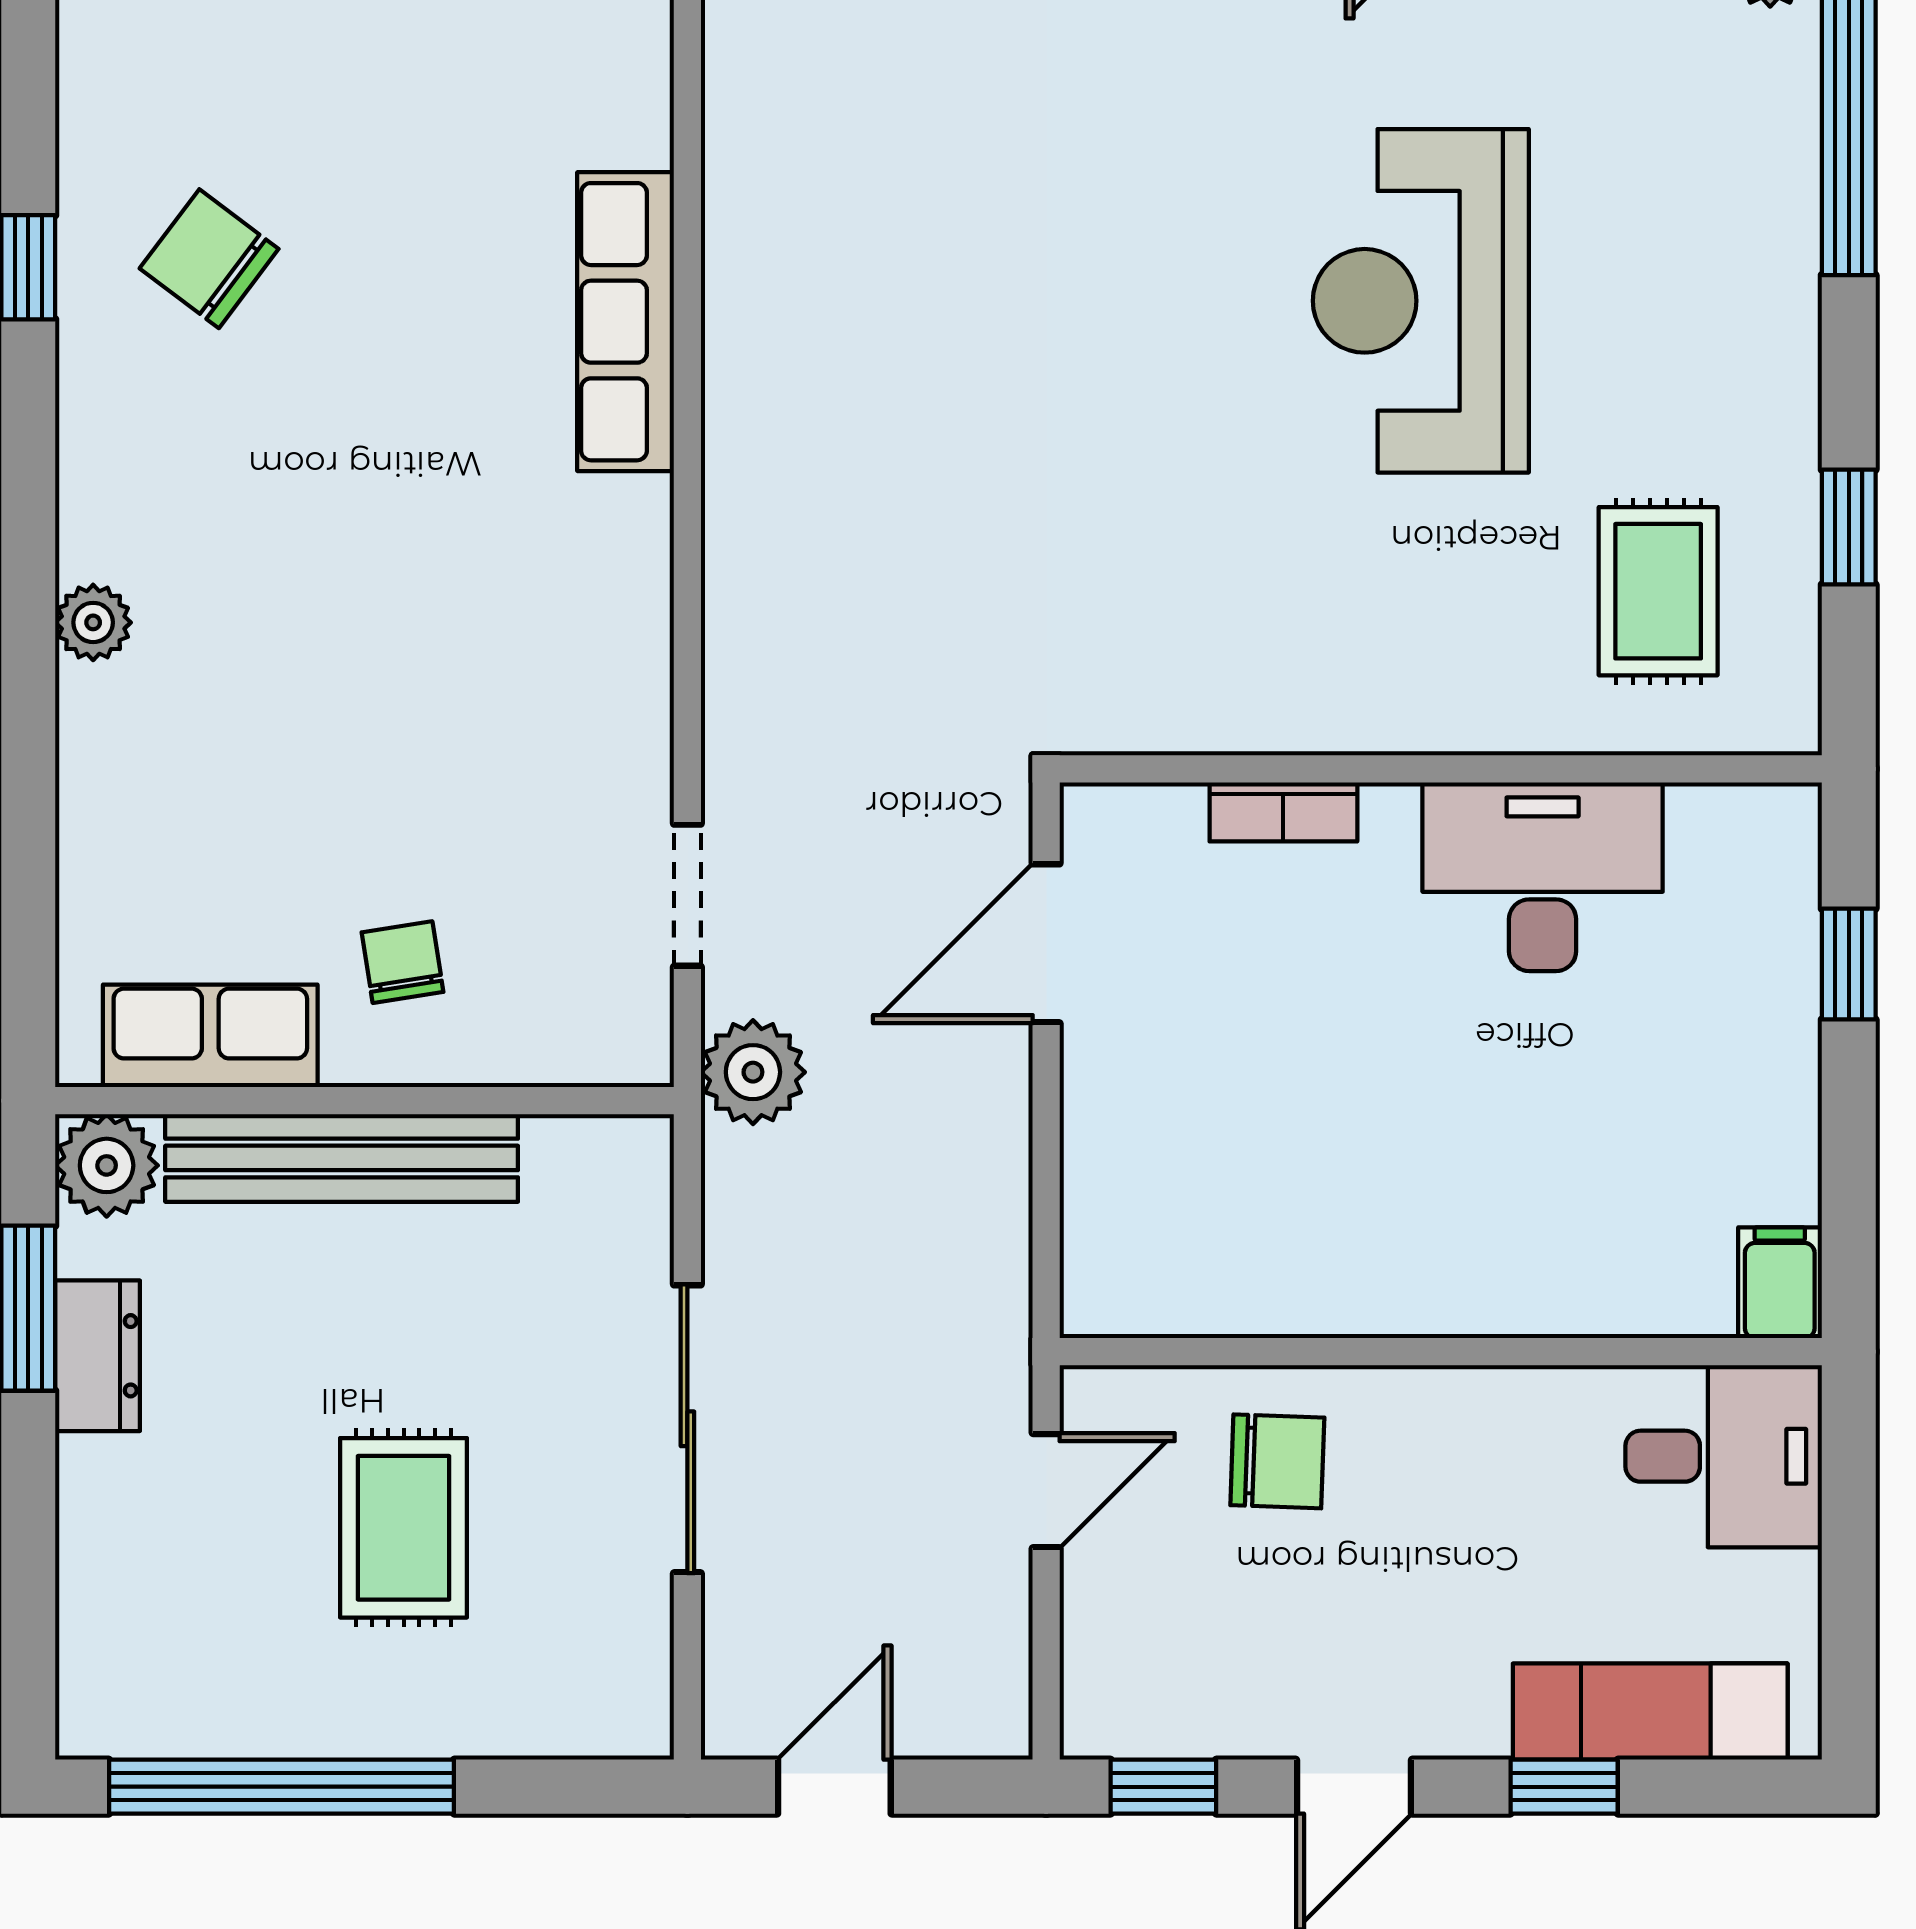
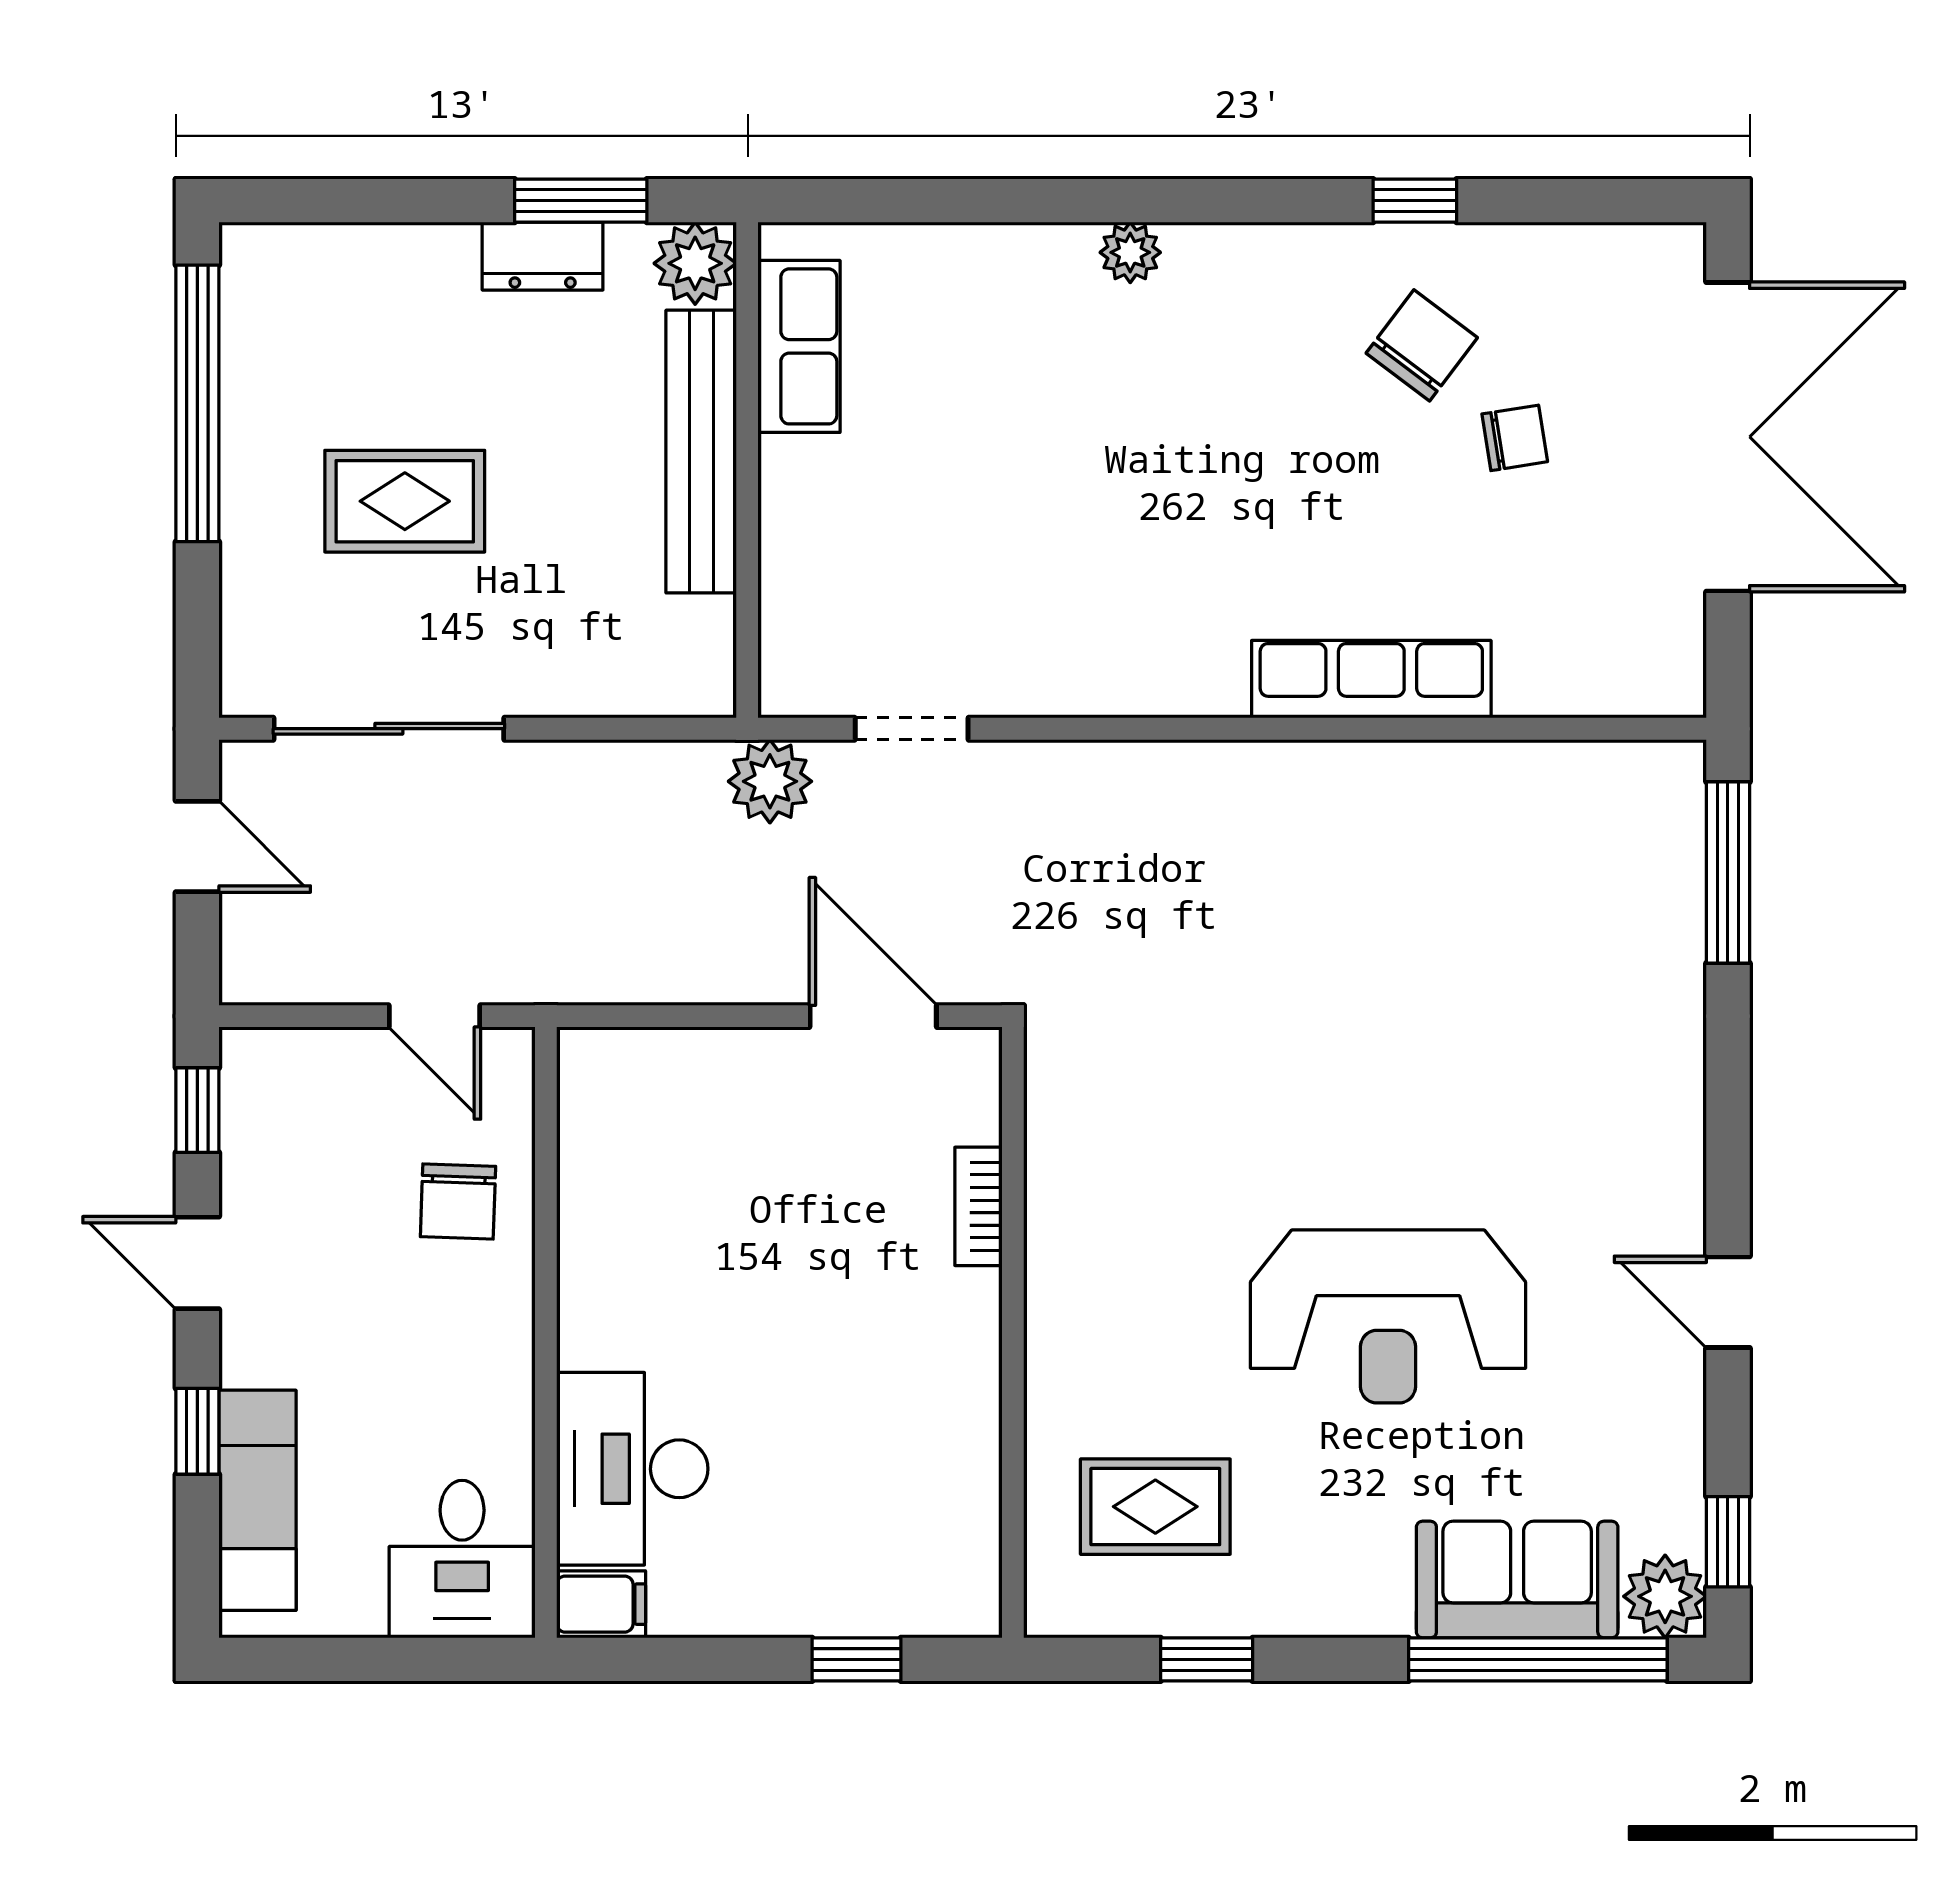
sofa: (1749, 140) -> (1517, 1579), added
reception desk: (1421, 301) -> (1388, 1316), turned 180
desk: (1543, 877) -> (632, 1469), moved, turned 180
chair: (403, 962) -> (1515, 438), moved
sliding door: (687, 1429) -> (389, 729), moved

